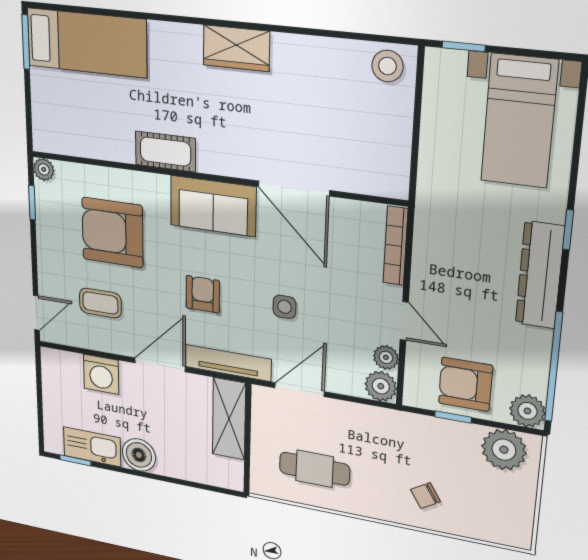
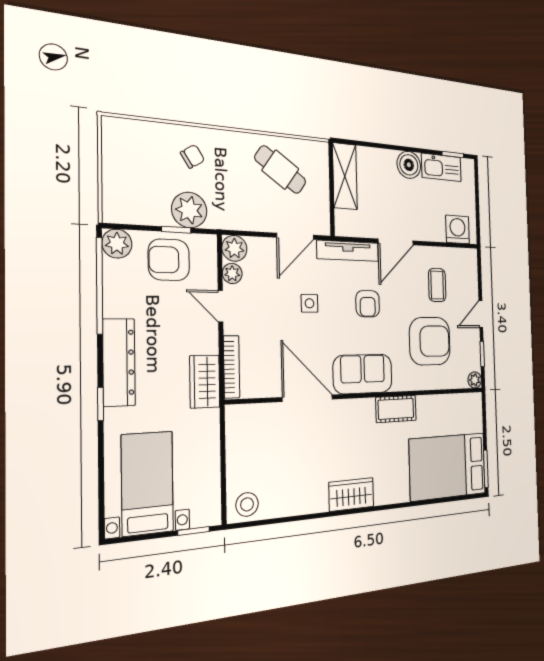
bed: (87, 43) -> (448, 466), width x1.50
wardrobe: (432, 234) -> (205, 382), added
coffee table: (100, 303) -> (437, 285), turned 90
door: (36, 313) -> (481, 314), moved
washing machine: (101, 374) -> (458, 230), moved
armchair: (465, 384) -> (169, 260), turned 180
shelving: (229, 419) -> (345, 176), moved
plant: (504, 450) -> (189, 210), moved
cafe table: (314, 469) -> (280, 170), turned 35

